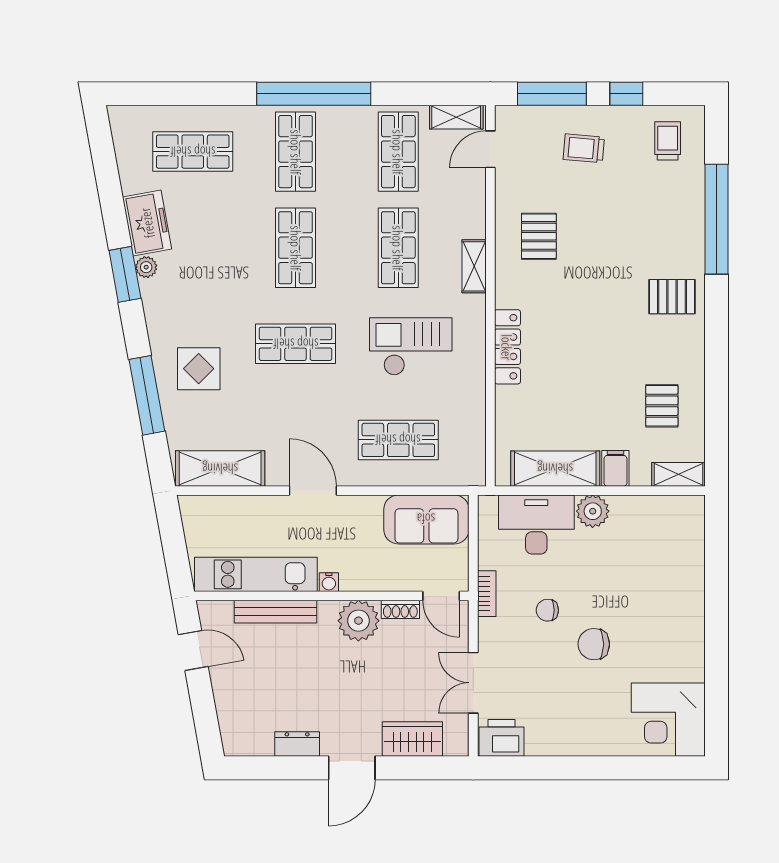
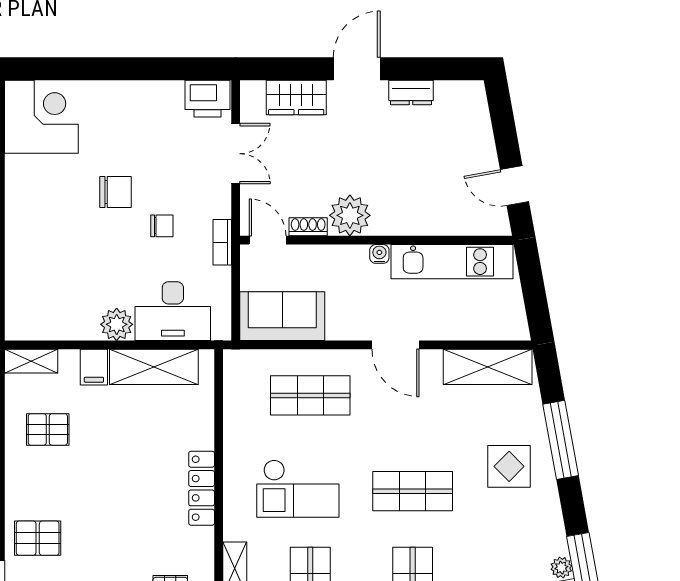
pallet: (662, 406) -> (48, 429), turned 90
bench: (275, 612) -> (433, 224), removed

